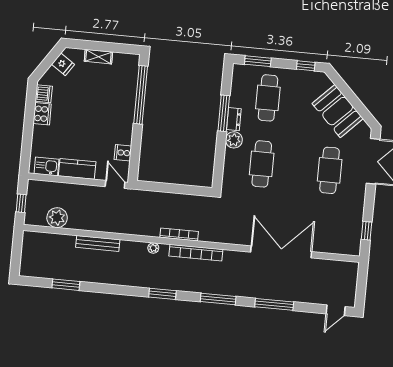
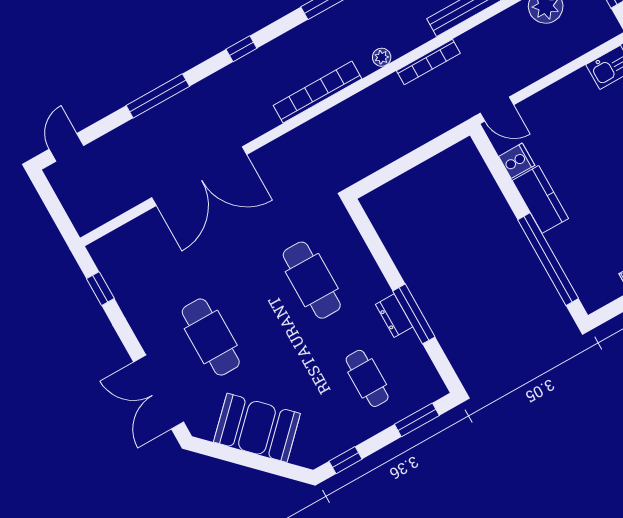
cafe table: (268, 98) -> (367, 378), width x0.73, depth x0.74
plant: (234, 140) -> (374, 287), removed
kitchen counter: (77, 169) -> (540, 199), moved, turned -90
bookcase: (179, 234) -> (428, 62), moved
window: (218, 299) -> (241, 49), width x0.46

